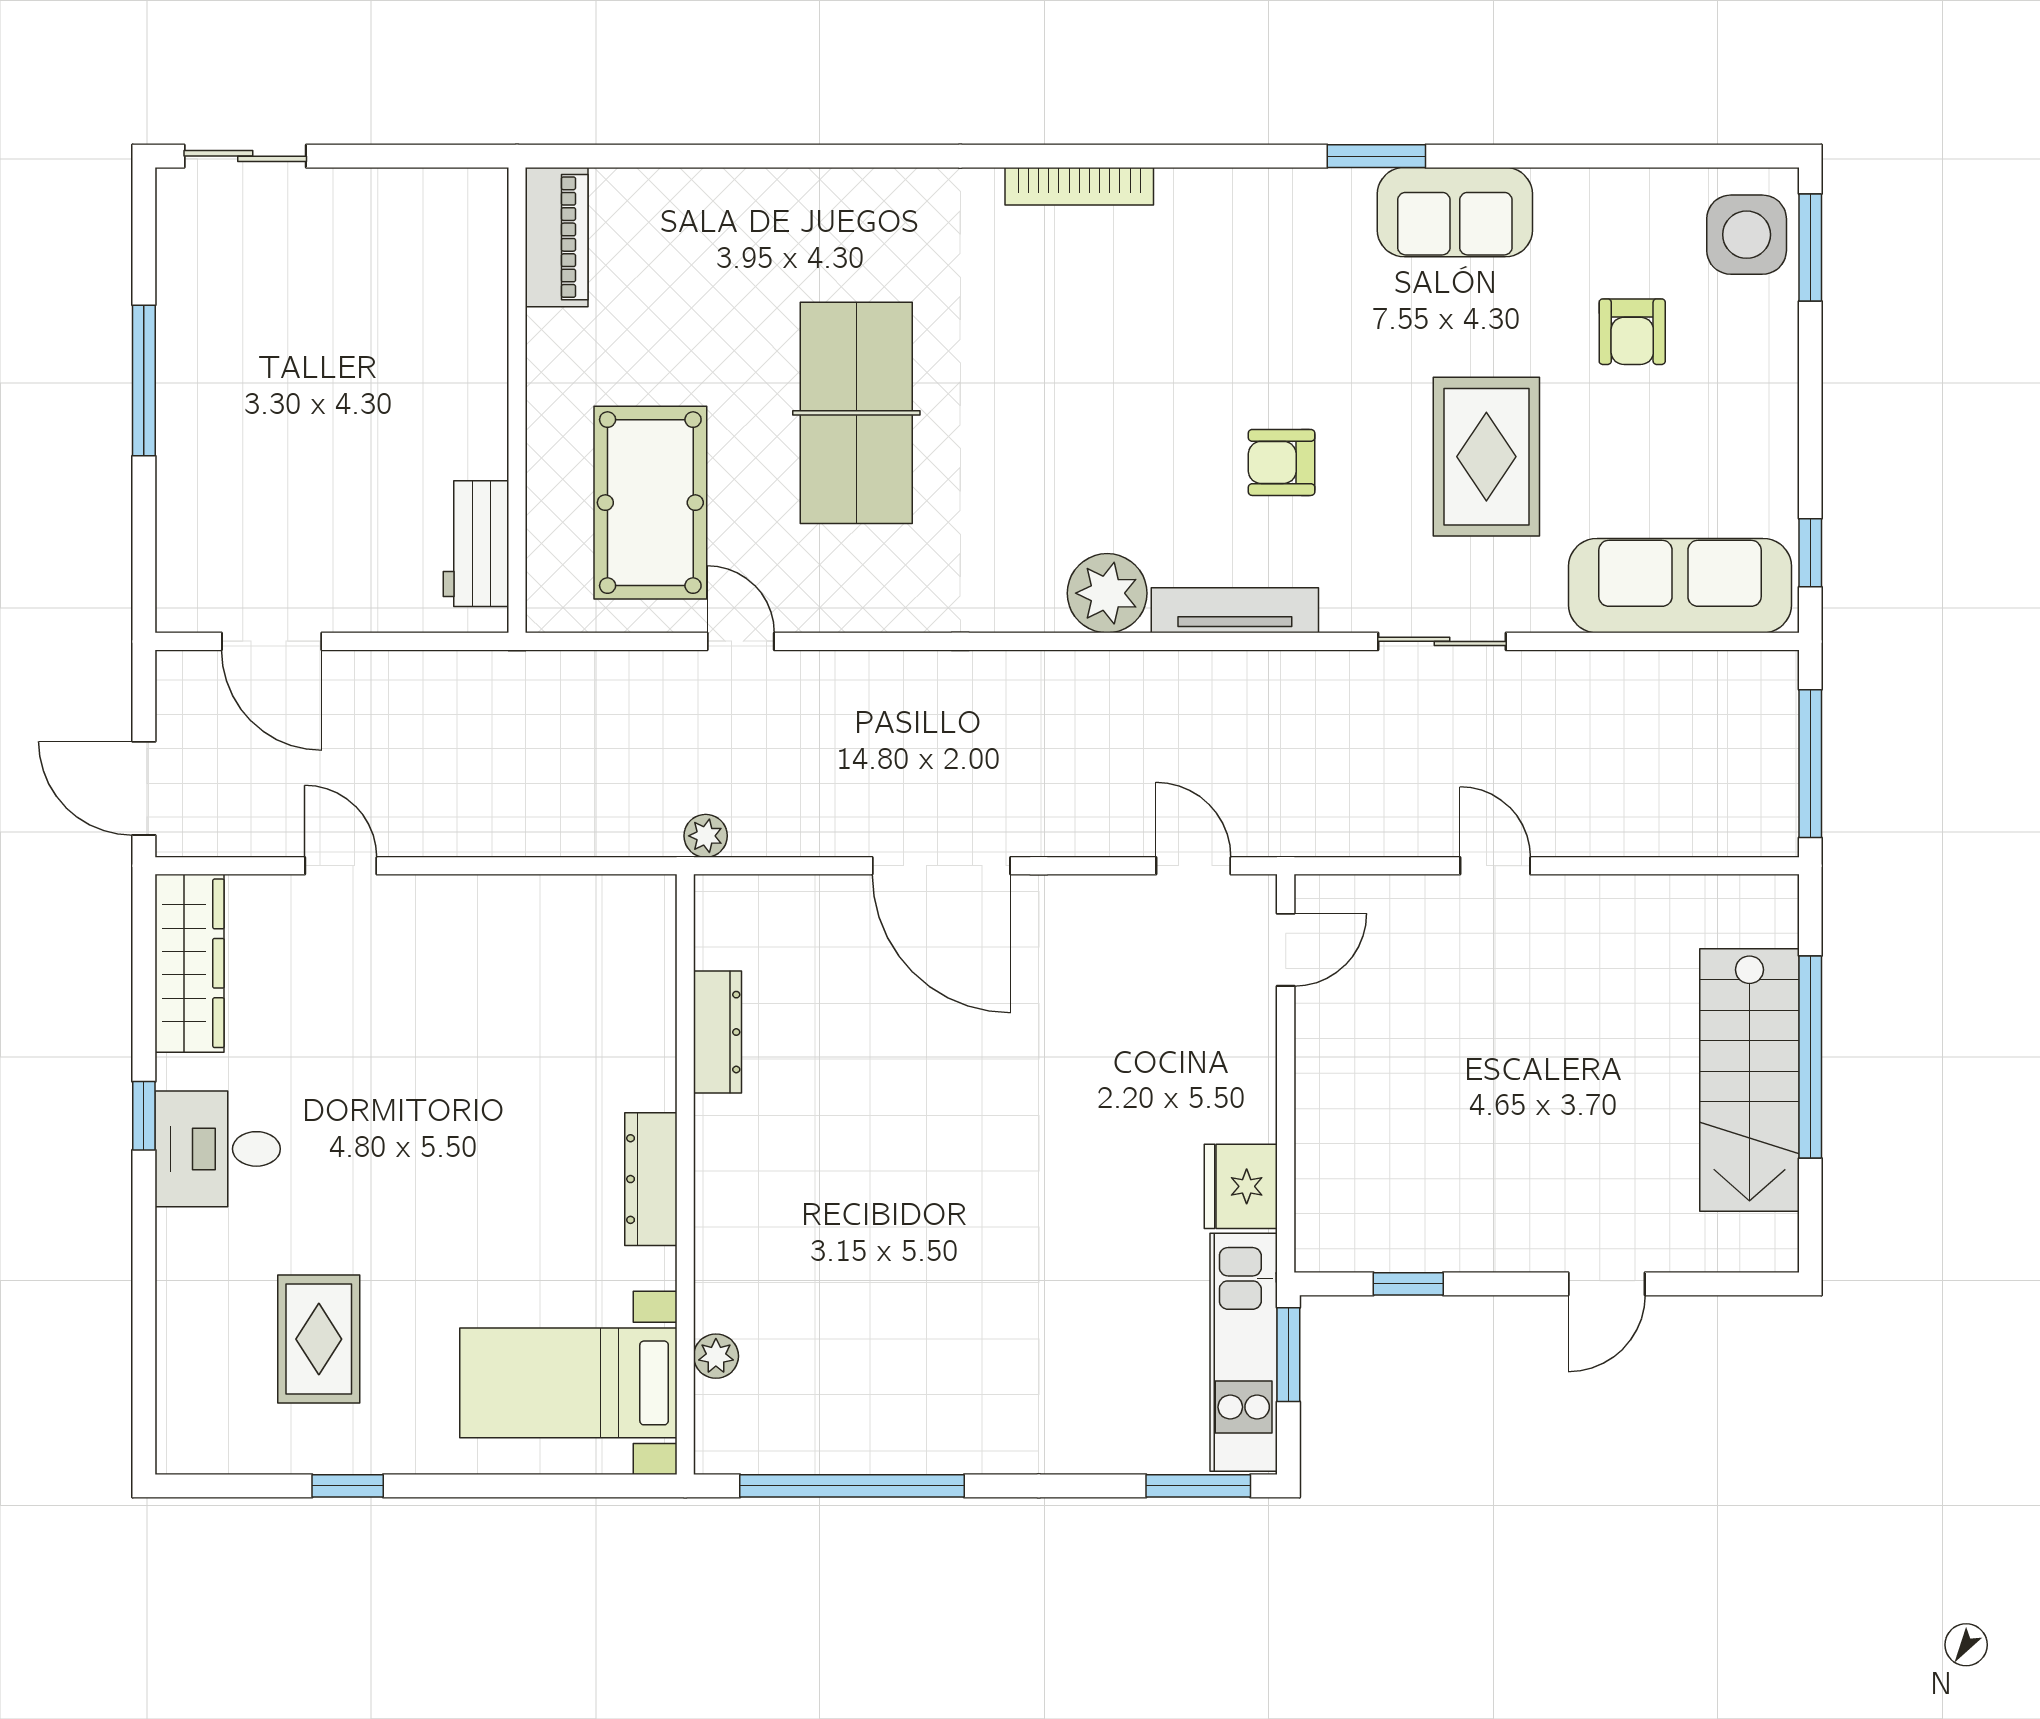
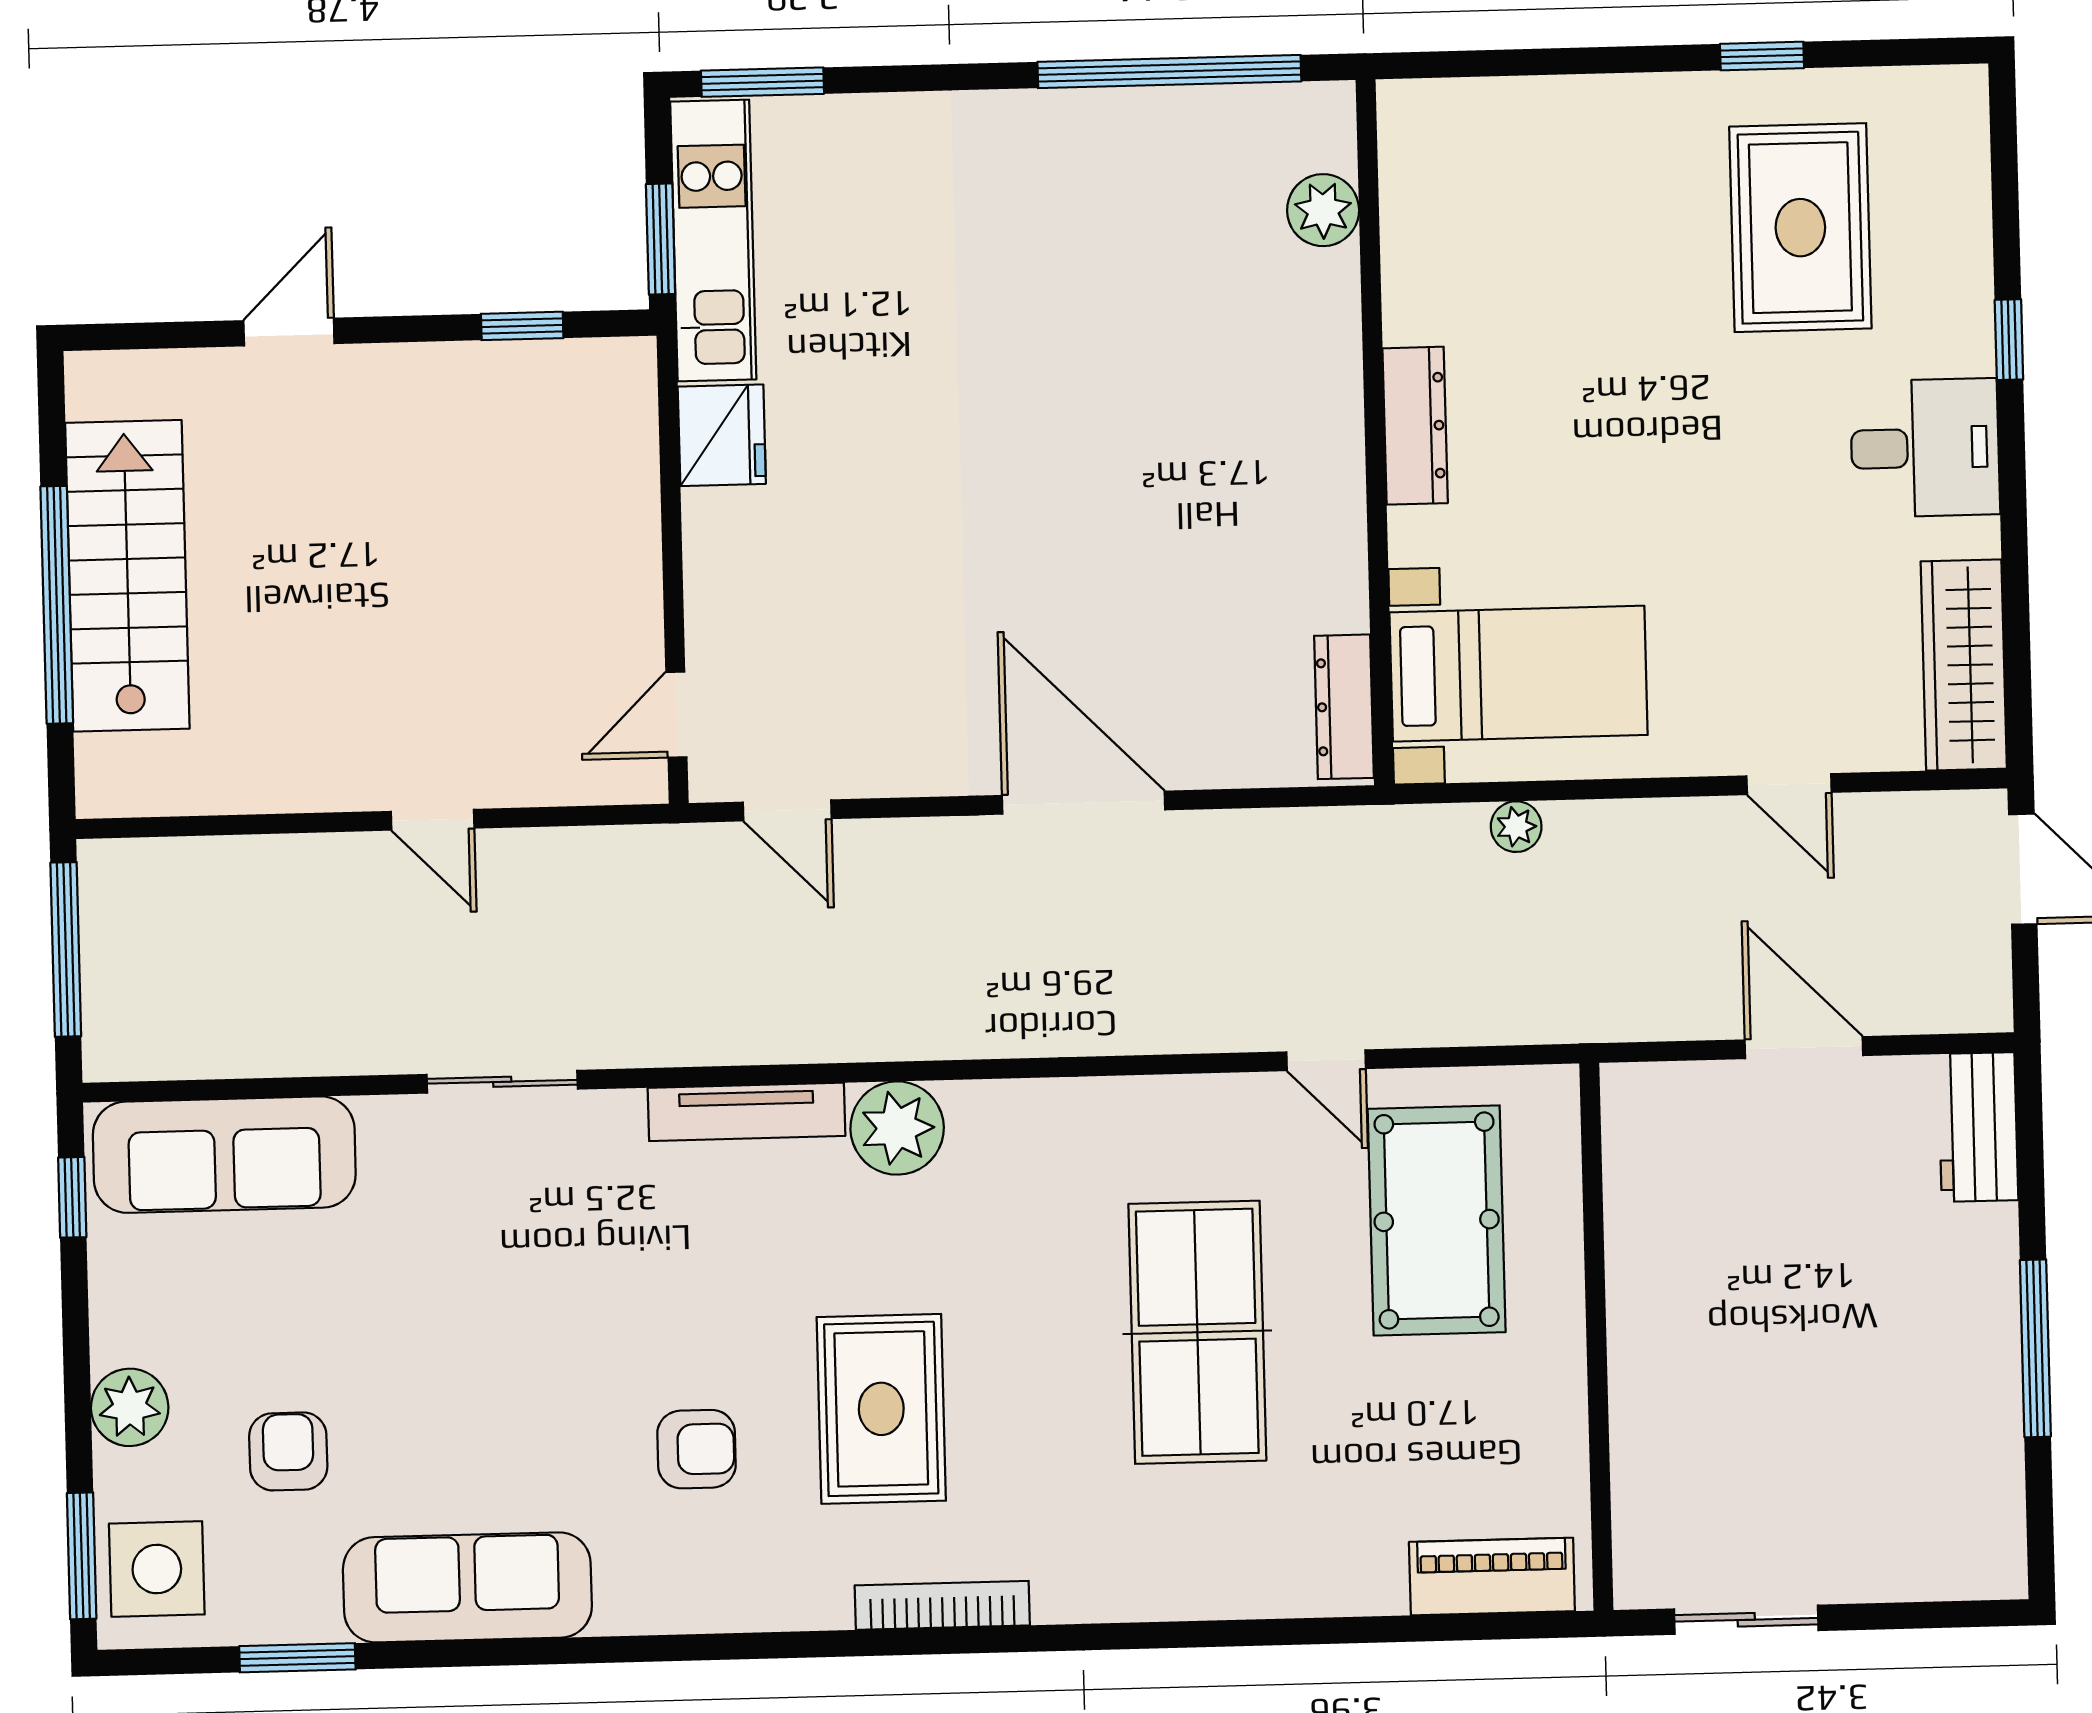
sliding door: (245, 156) -> (1746, 1620), moved
window: (1376, 156) -> (297, 1658), moved
sofa: (1455, 212) -> (467, 1587), width x1.36
piano: (557, 237) -> (1492, 1577), moved, turned 90
plant: (1766, 373) -> (130, 1407), added
rug: (1486, 457) -> (881, 1409), moved
armchair: (1282, 462) -> (697, 1449), moved
workbench: (476, 544) -> (1978, 1127), moved, turned 180
door: (272, 641) -> (1804, 1048), moved
plant: (706, 836) -> (1516, 827), moved
dresser: (718, 1032) -> (1344, 707), moved
window: (144, 1116) -> (2009, 340), moved
rug: (319, 1339) -> (1800, 228), width x1.36, depth x1.43
plant: (716, 1356) -> (1323, 210), width x1.38, depth x1.38
bed with nightstands: (568, 1383) -> (1519, 674), moved

